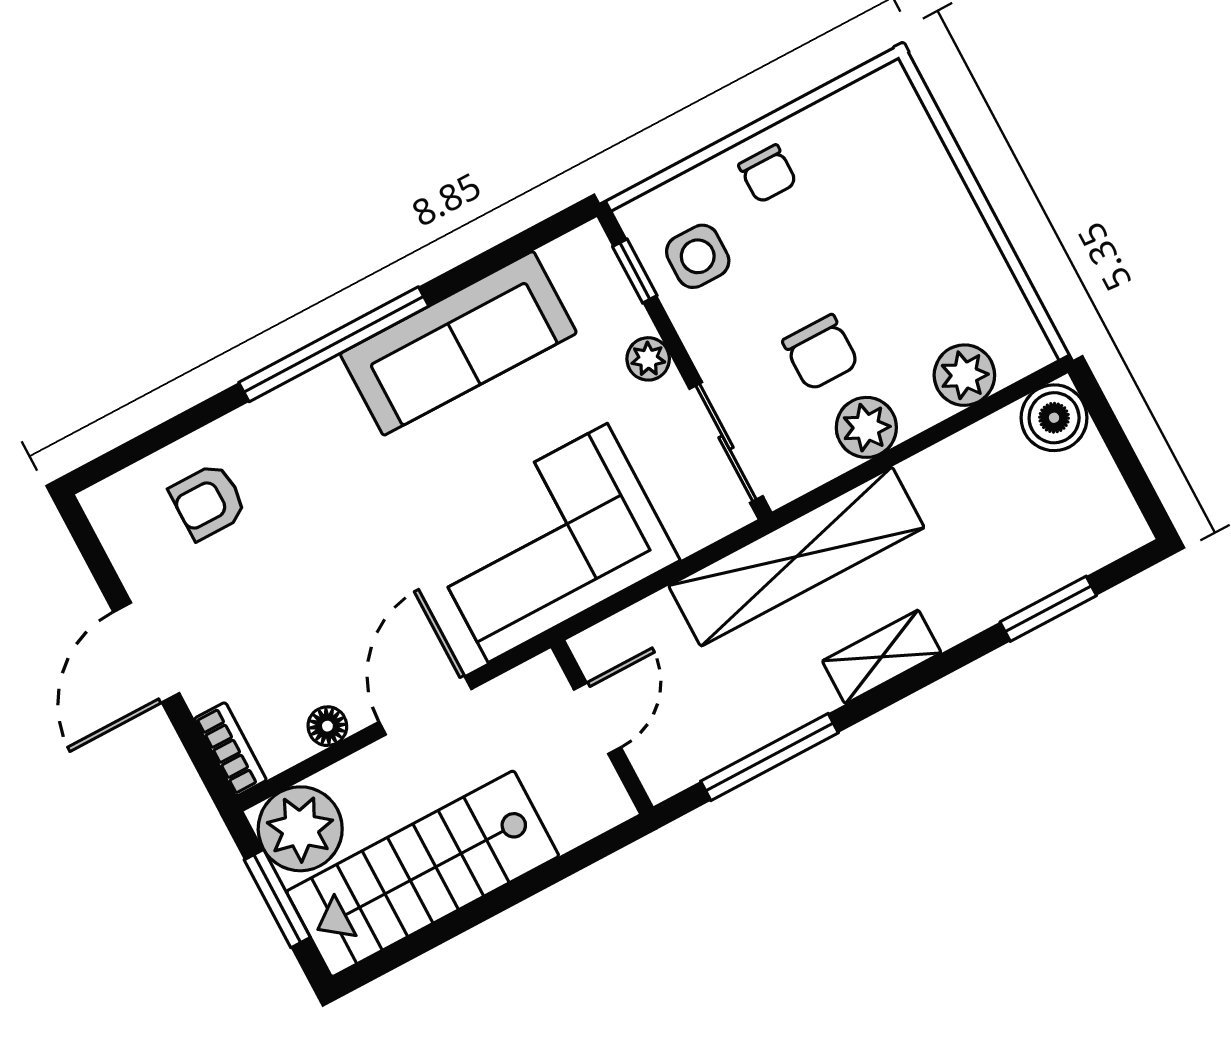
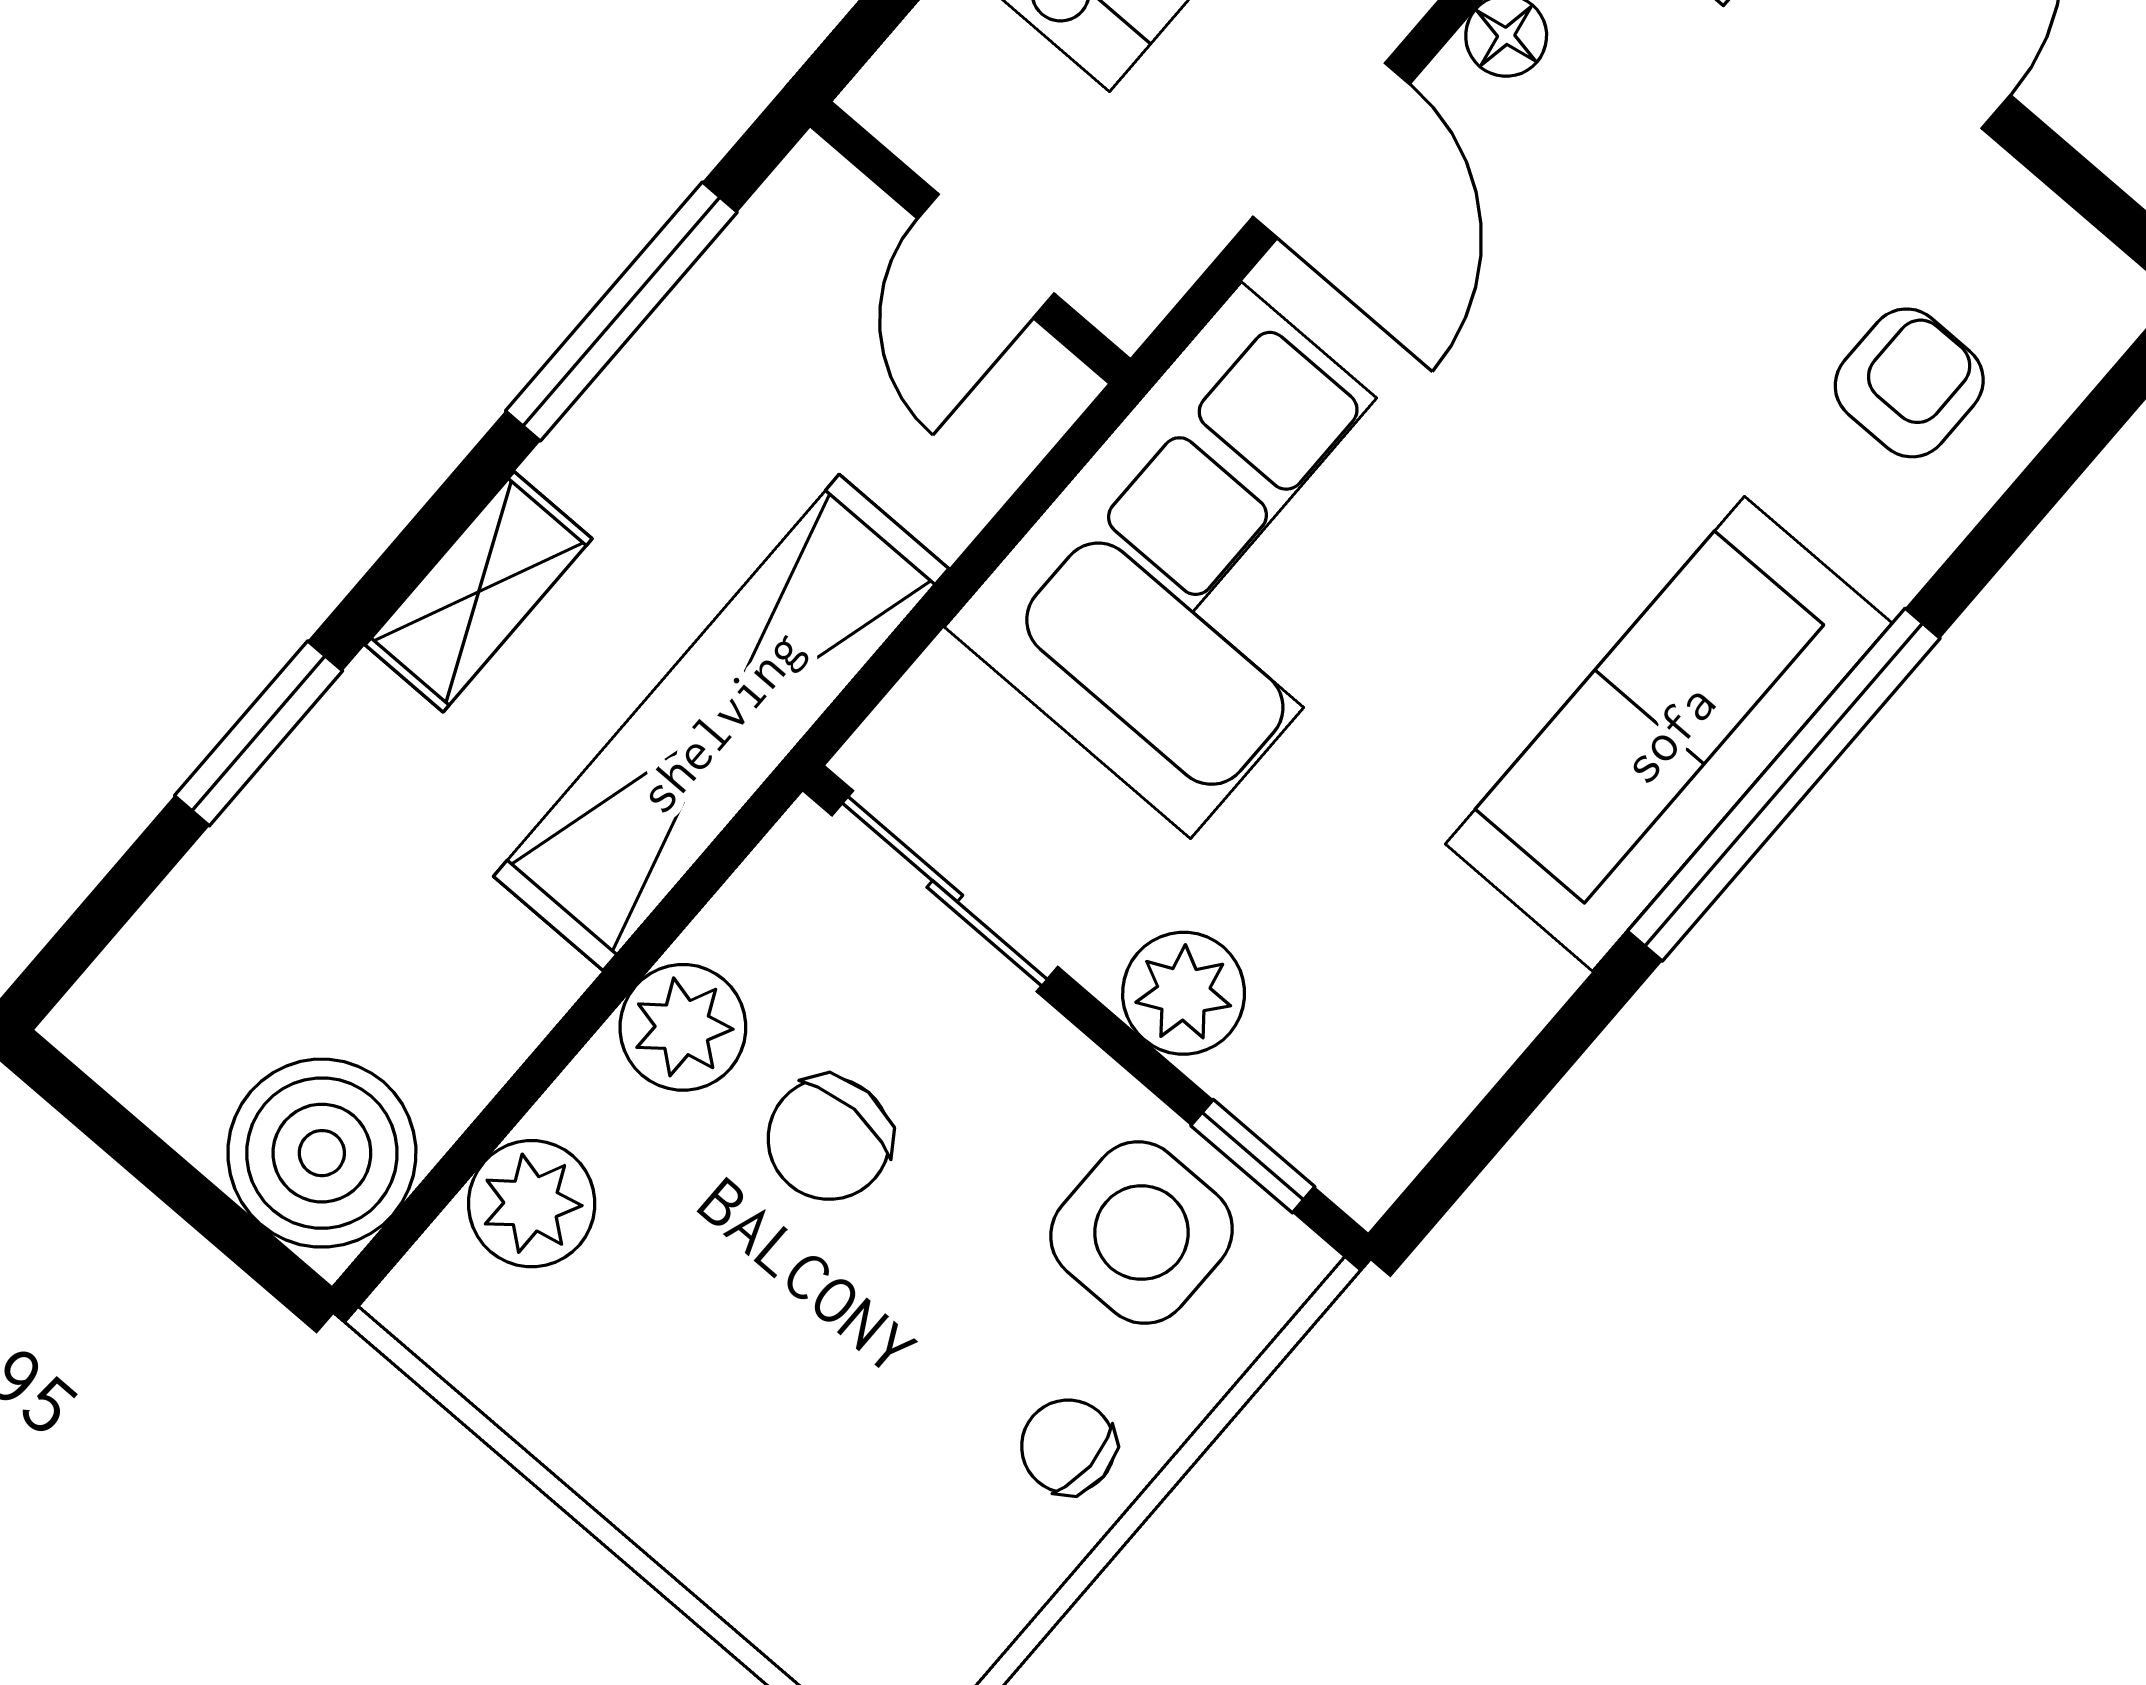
side table: (698, 256) -> (1142, 1233), width x1.37, depth x1.37
sofa: (458, 343) -> (1669, 734), moved
chair: (821, 352) -> (829, 1139), turned -90
plant: (648, 359) -> (1184, 993), width x1.38, depth x1.38
boiler: (1054, 418) -> (322, 1153), width x1.37, depth x1.37
window: (1048, 609) -> (259, 733), moved

